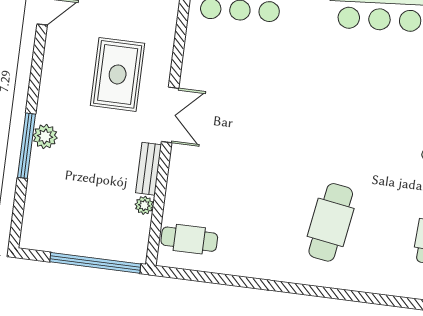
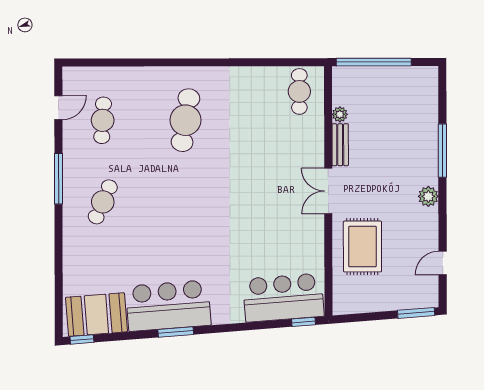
rug: (118, 74) -> (362, 246), moved
plant: (45, 136) -> (428, 196), moved
cafe table: (189, 239) -> (299, 91), turned 90

